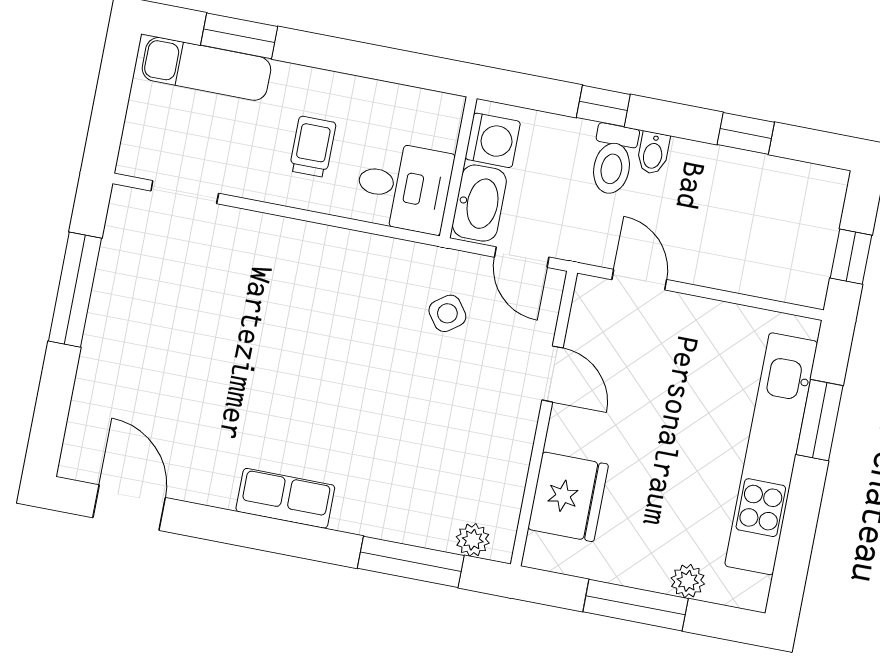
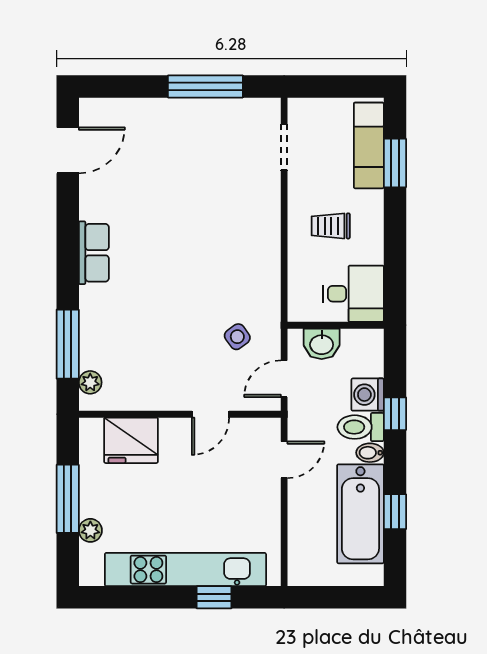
washing machine: (493, 140) -> (368, 395), moved, turned 90
trolley: (313, 147) -> (331, 226), turned 180
bathtub: (739, 184) -> (360, 514), added
desk: (404, 187) -> (353, 294), moved, turned -90
washbasin: (479, 203) -> (322, 344), width x0.72
window: (851, 257) -> (327, 597), removed
window: (820, 420) -> (214, 597), width x0.67

